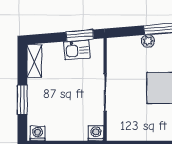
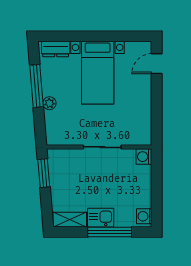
kitchen sink: (77, 50) -> (101, 218), moved, turned -85
window: (22, 100) -> (110, 232), width x1.44

